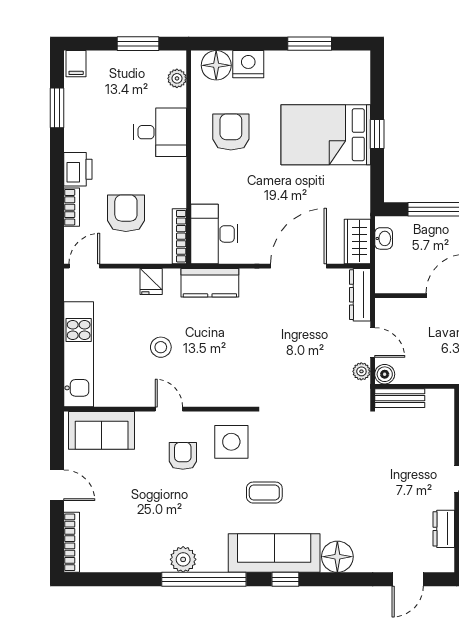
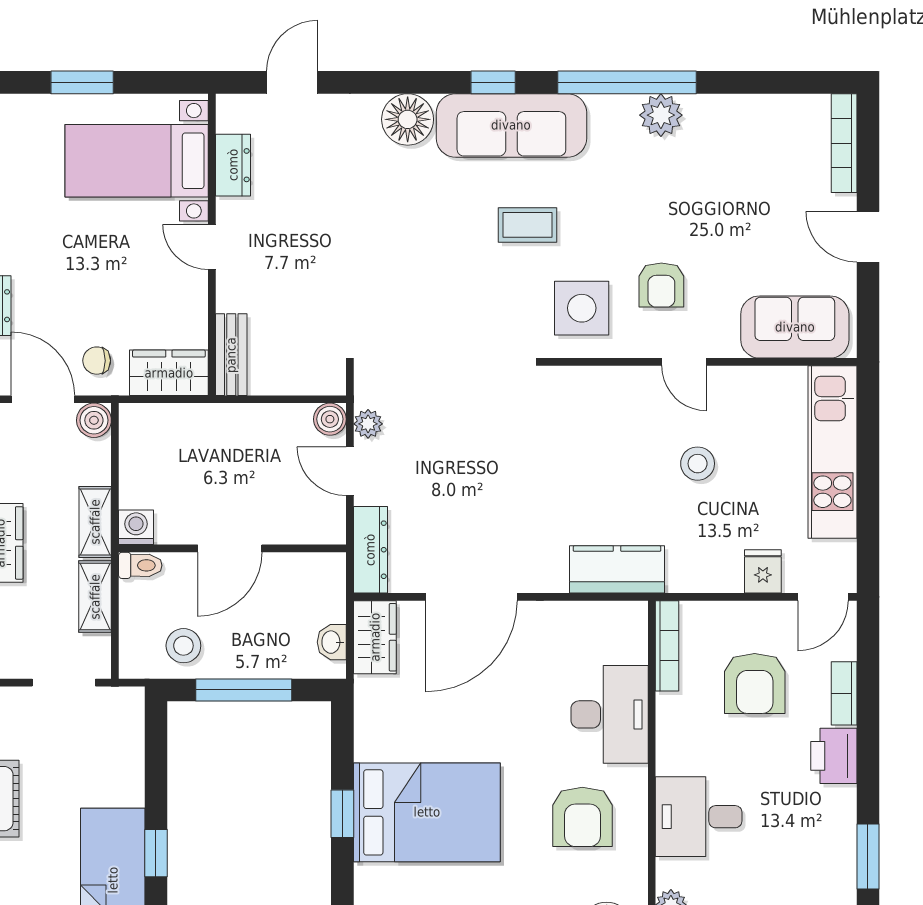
desk: (214, 234) -> (610, 714), moved
fridge: (151, 282) -> (763, 571), moved
bench: (400, 398) -> (231, 355), moved, turned 90

